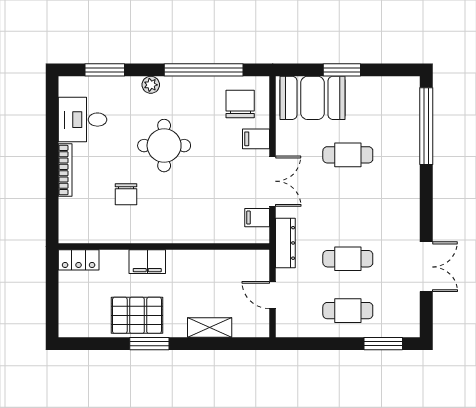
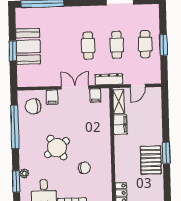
plant: (151, 85) -> (24, 173), moved
booth: (313, 98) -> (28, 46), moved
round table: (164, 146) -> (57, 148), turned -35
cafe table: (348, 155) -> (88, 46), moved
filing cabinet: (147, 262) -> (120, 125), moved
shelving: (210, 328) -> (119, 102), moved
window: (383, 344) -> (163, 45), moved

